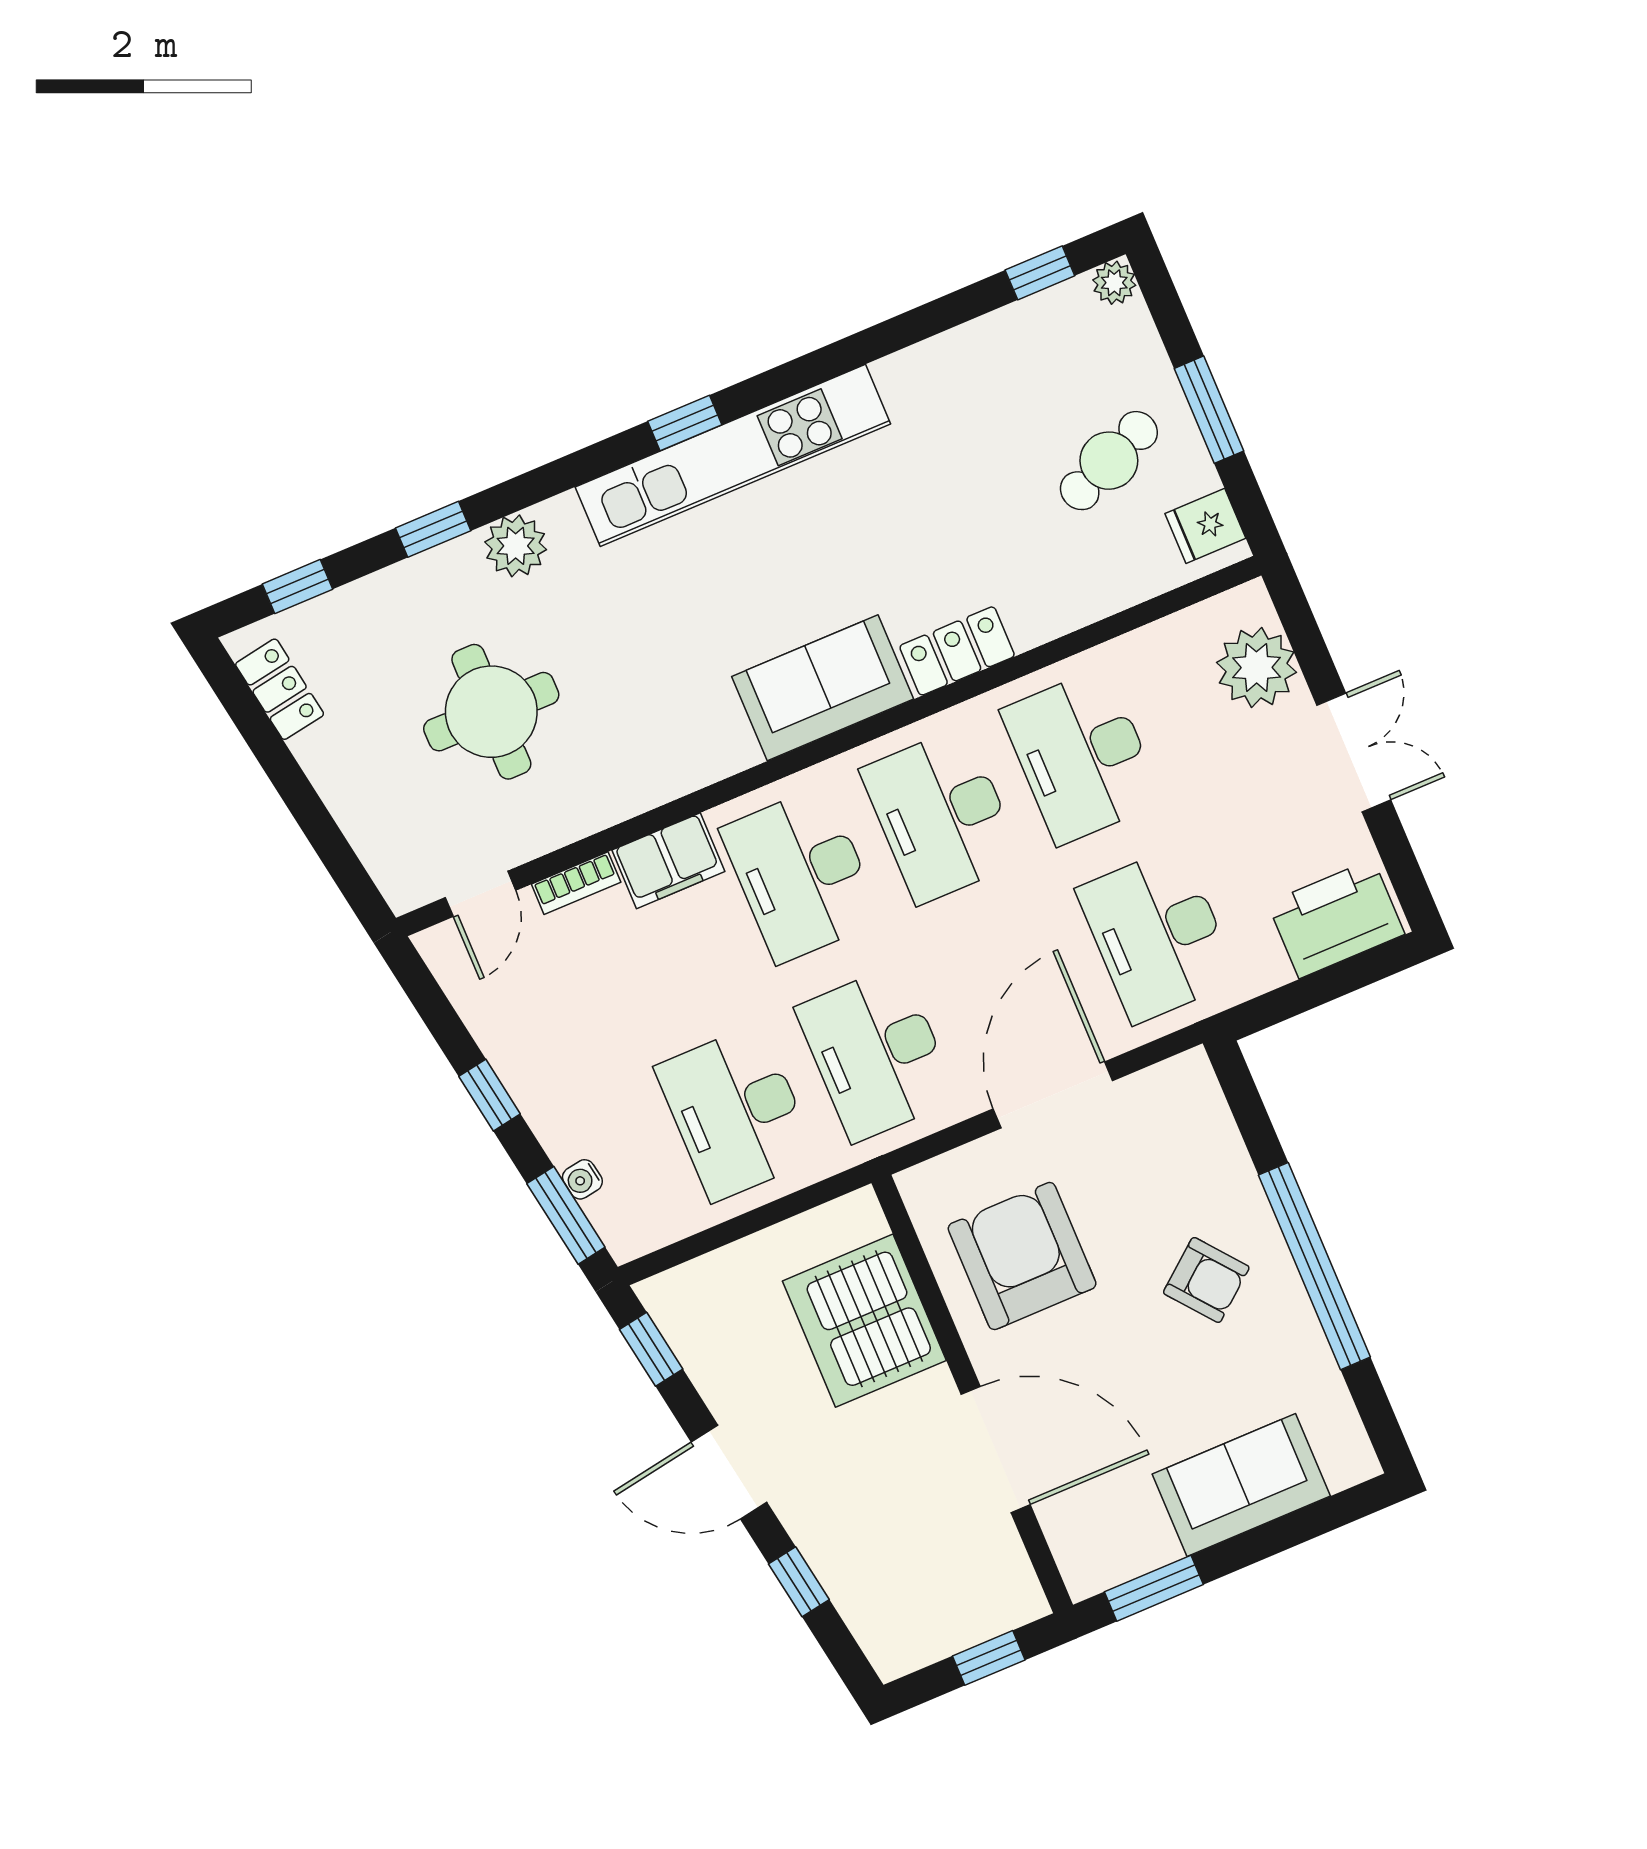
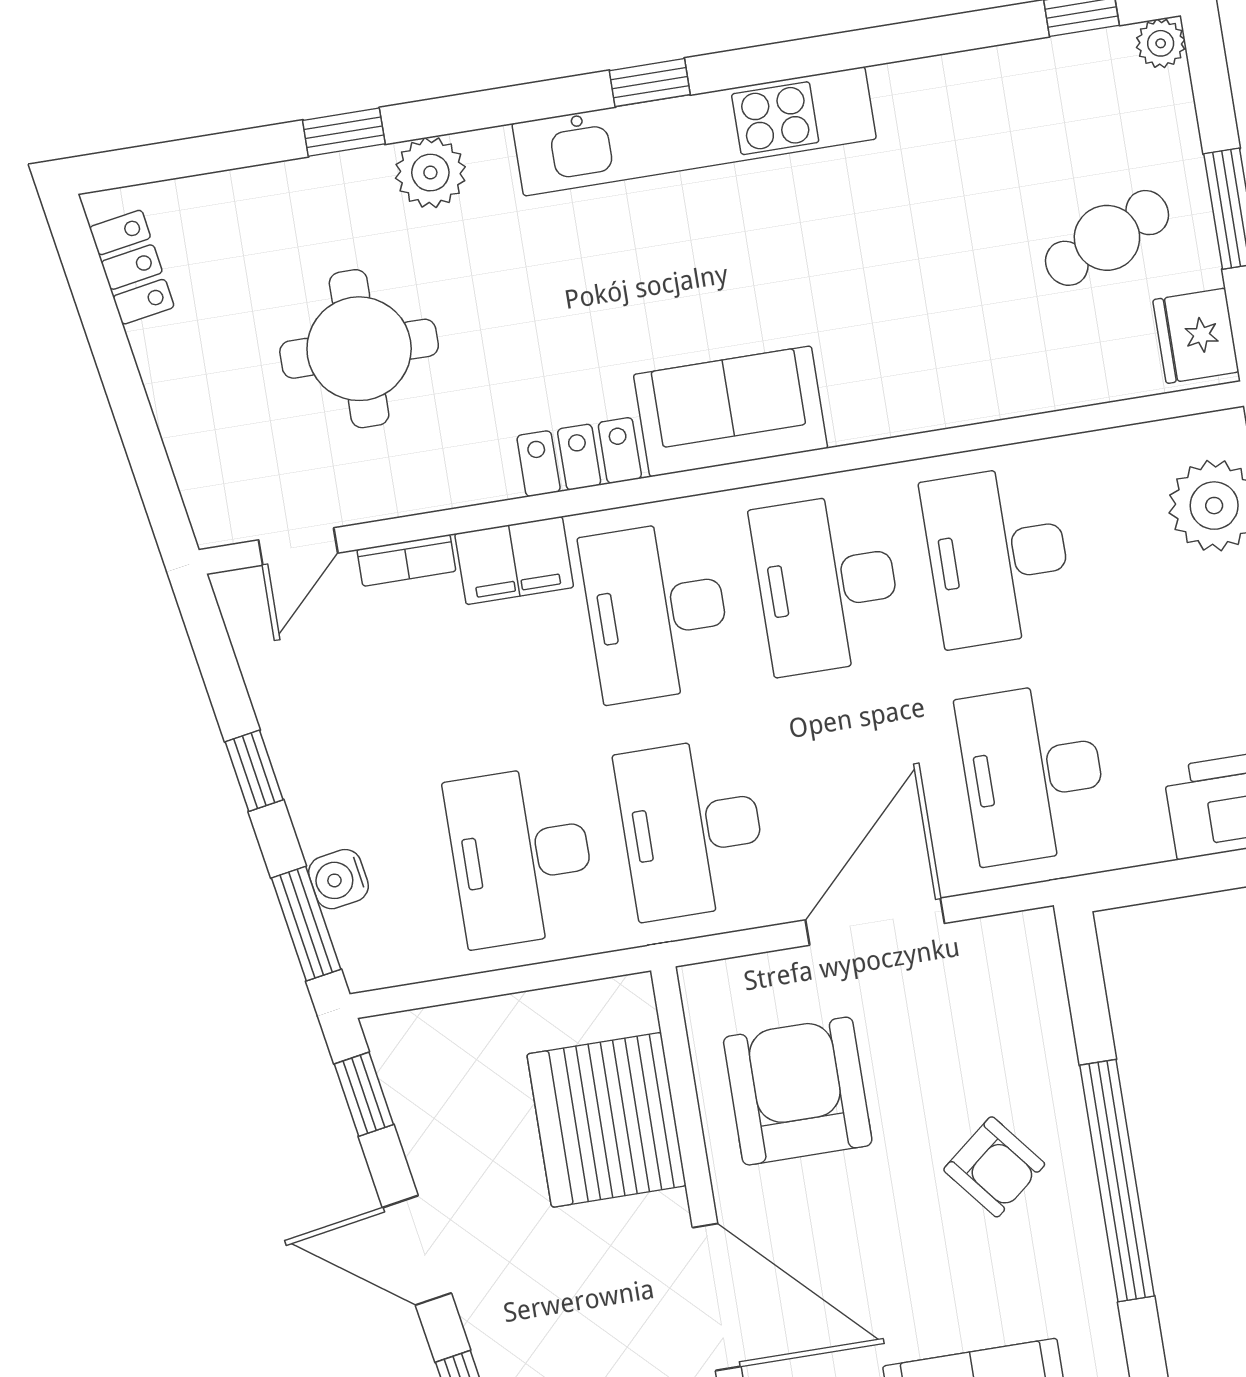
fridge: (1205, 526) -> (1196, 336), width x1.38
window: (297, 587) -> (179, 159), removed
locker: (957, 651) -> (579, 457), moved
water cooler: (582, 1179) -> (338, 879), width x1.38, depth x1.38

